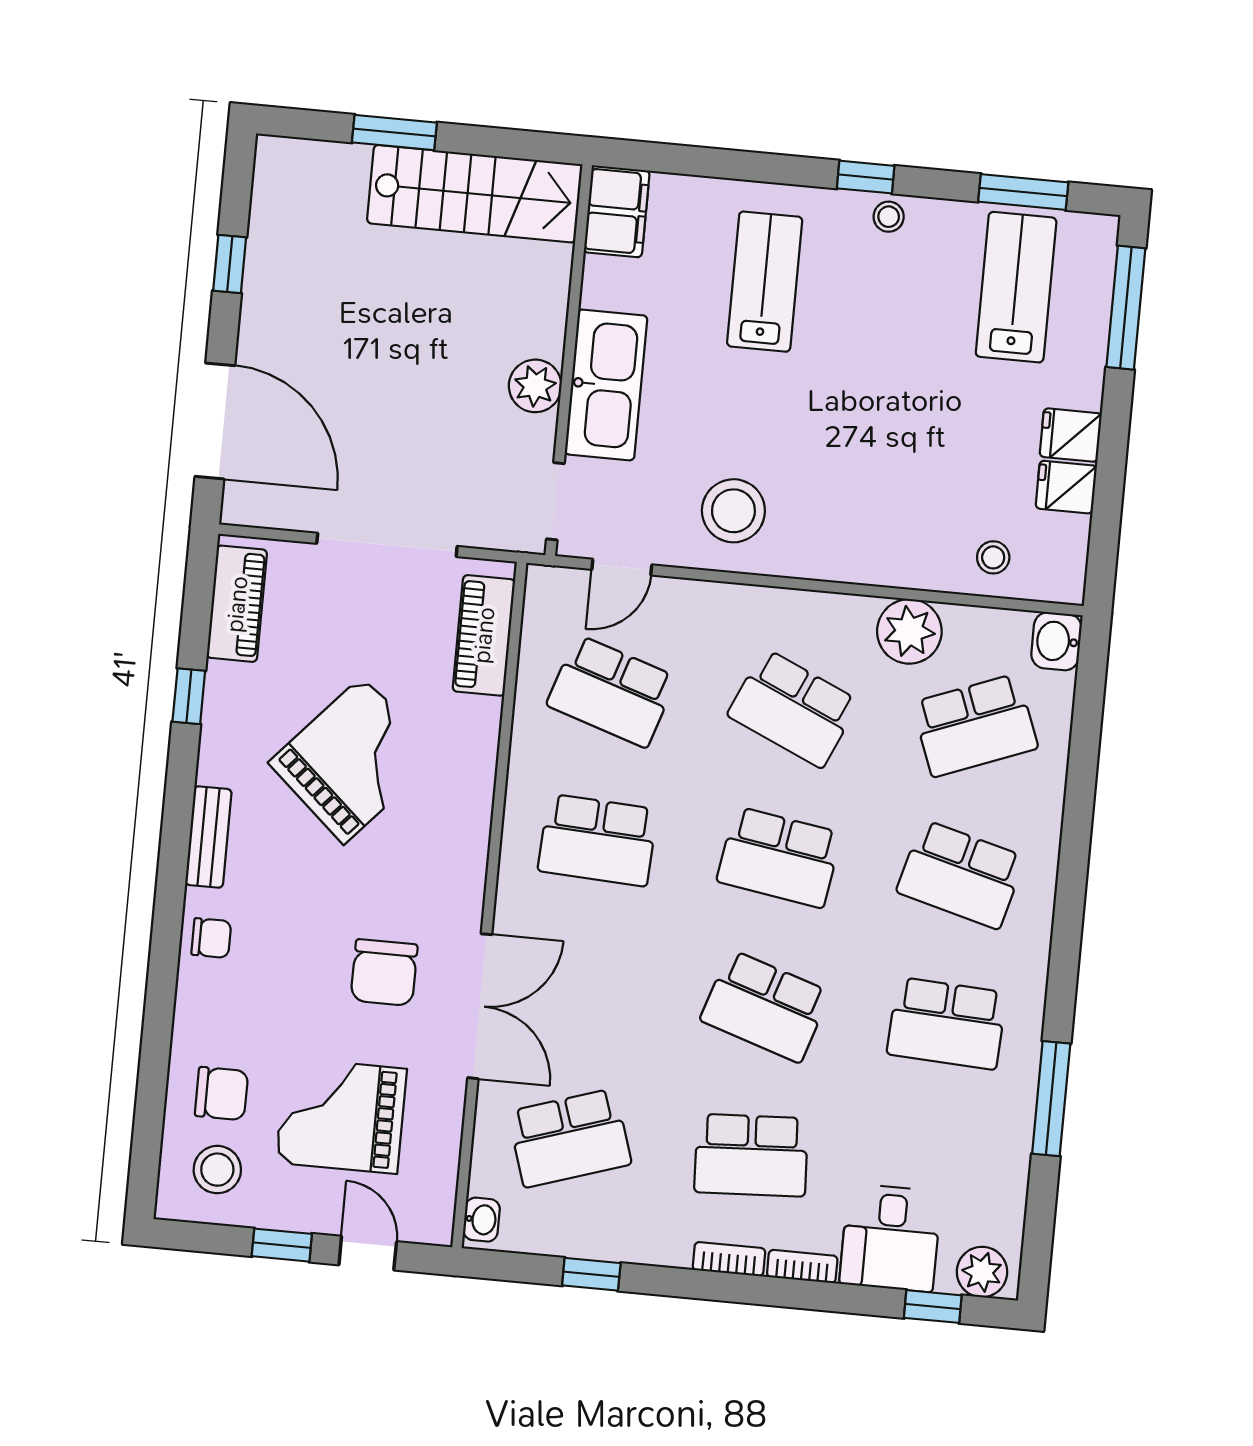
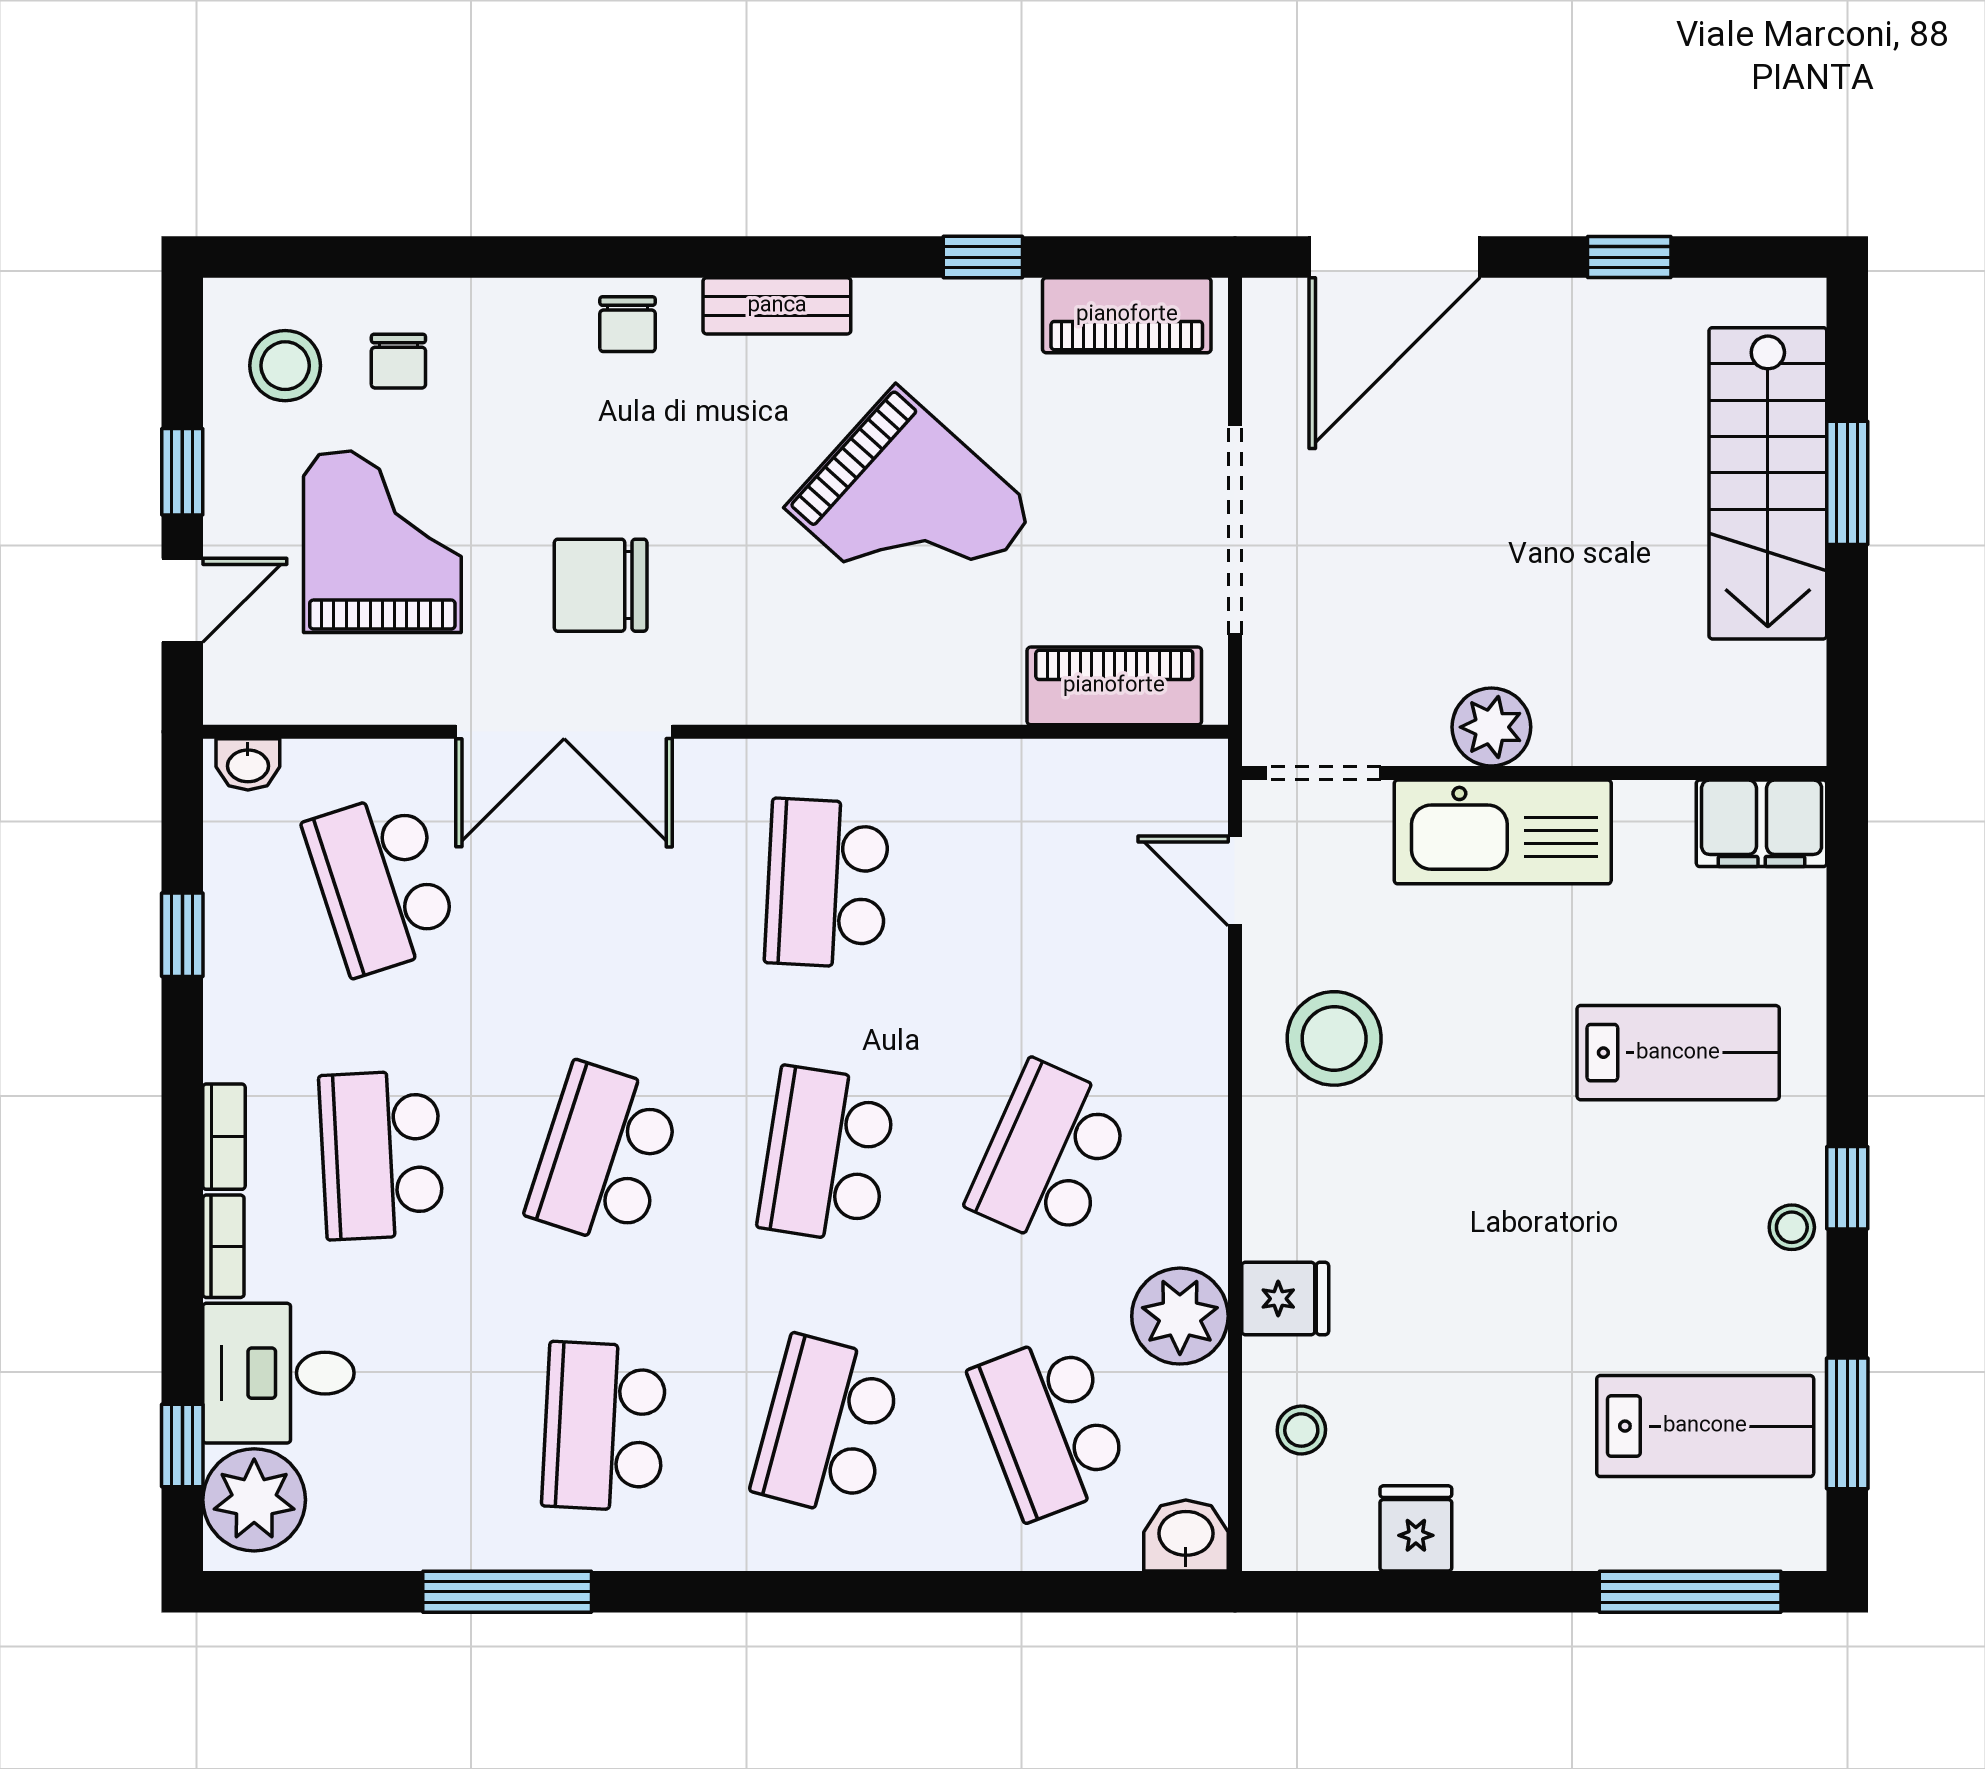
stairs: (475, 194) -> (1768, 483), moved
fridge: (1071, 435) -> (1285, 1299), moved, turned 90
school desk: (612, 691) -> (1050, 883), removed
chair: (221, 1094) -> (398, 361), width x0.73, depth x0.73
plant: (982, 1272) -> (254, 1500), width x1.36, depth x1.36

